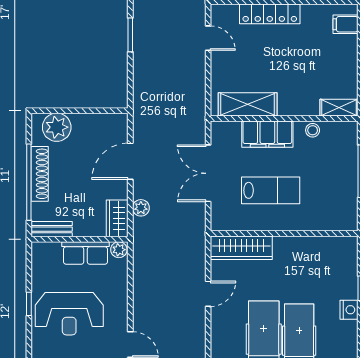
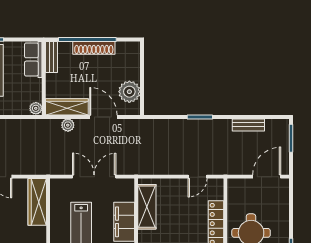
plant: (57, 127) -> (129, 92), moved
wardrobe: (117, 218) -> (67, 107), width x1.50
row of seats: (86, 253) -> (33, 59), moved

